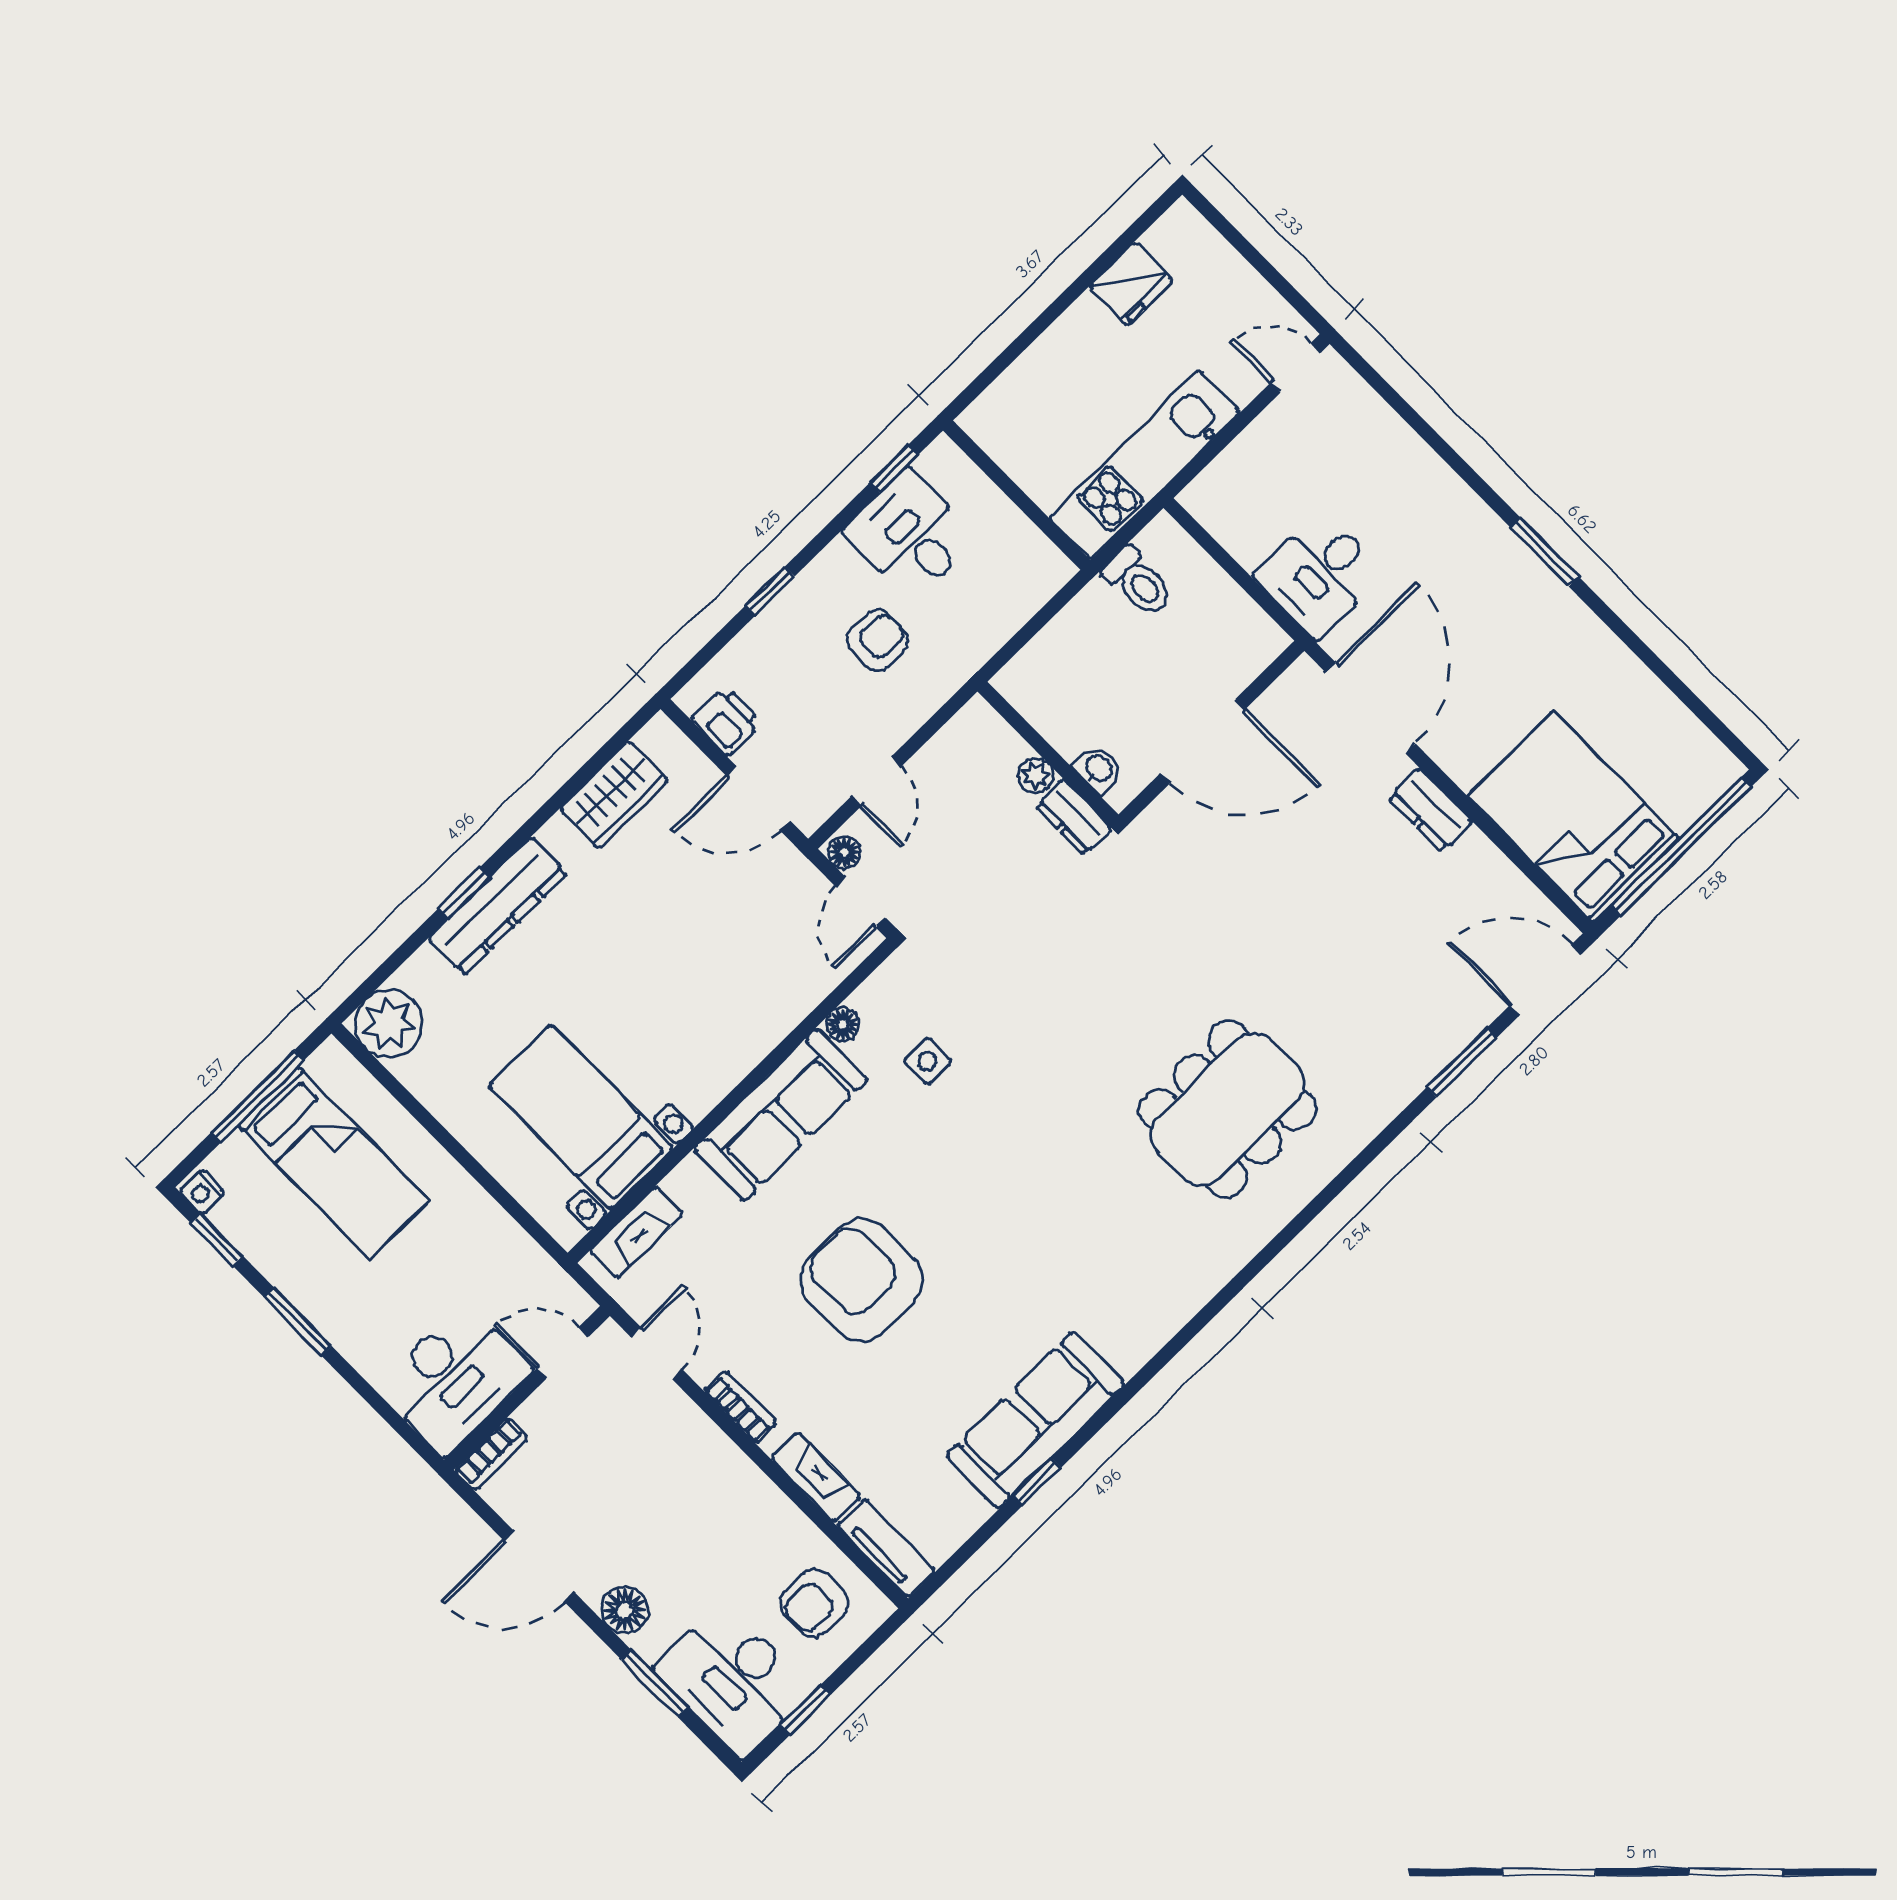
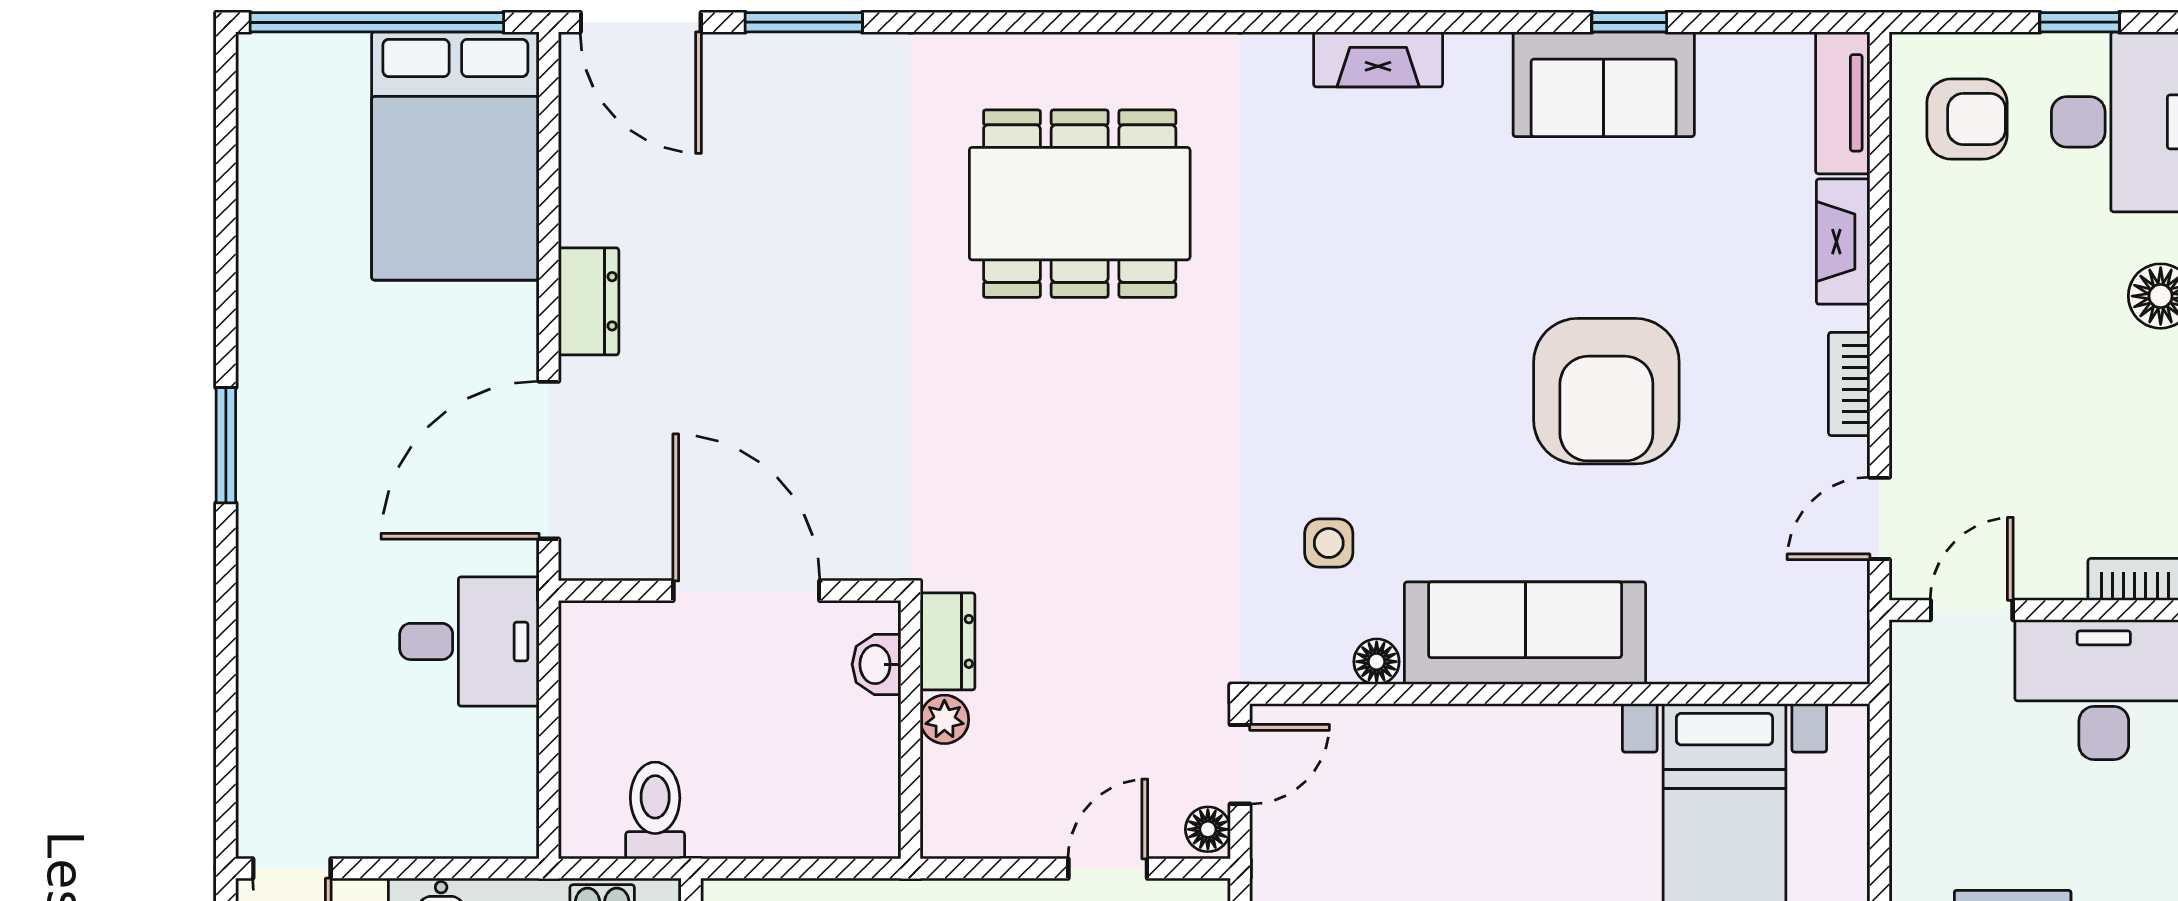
fireplace: (637, 1232) -> (1378, 59), moved, turned 180
door: (563, 1353) -> (1972, 610), swing flipped
sofa: (1035, 1420) -> (1604, 84), width x0.73

